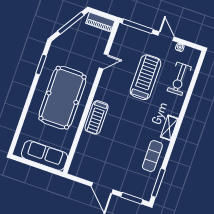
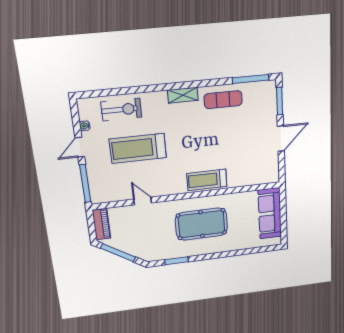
pool table: (62, 98) -> (201, 224), width x0.73, depth x0.76
treadmill: (97, 117) -> (207, 180), turned 180

